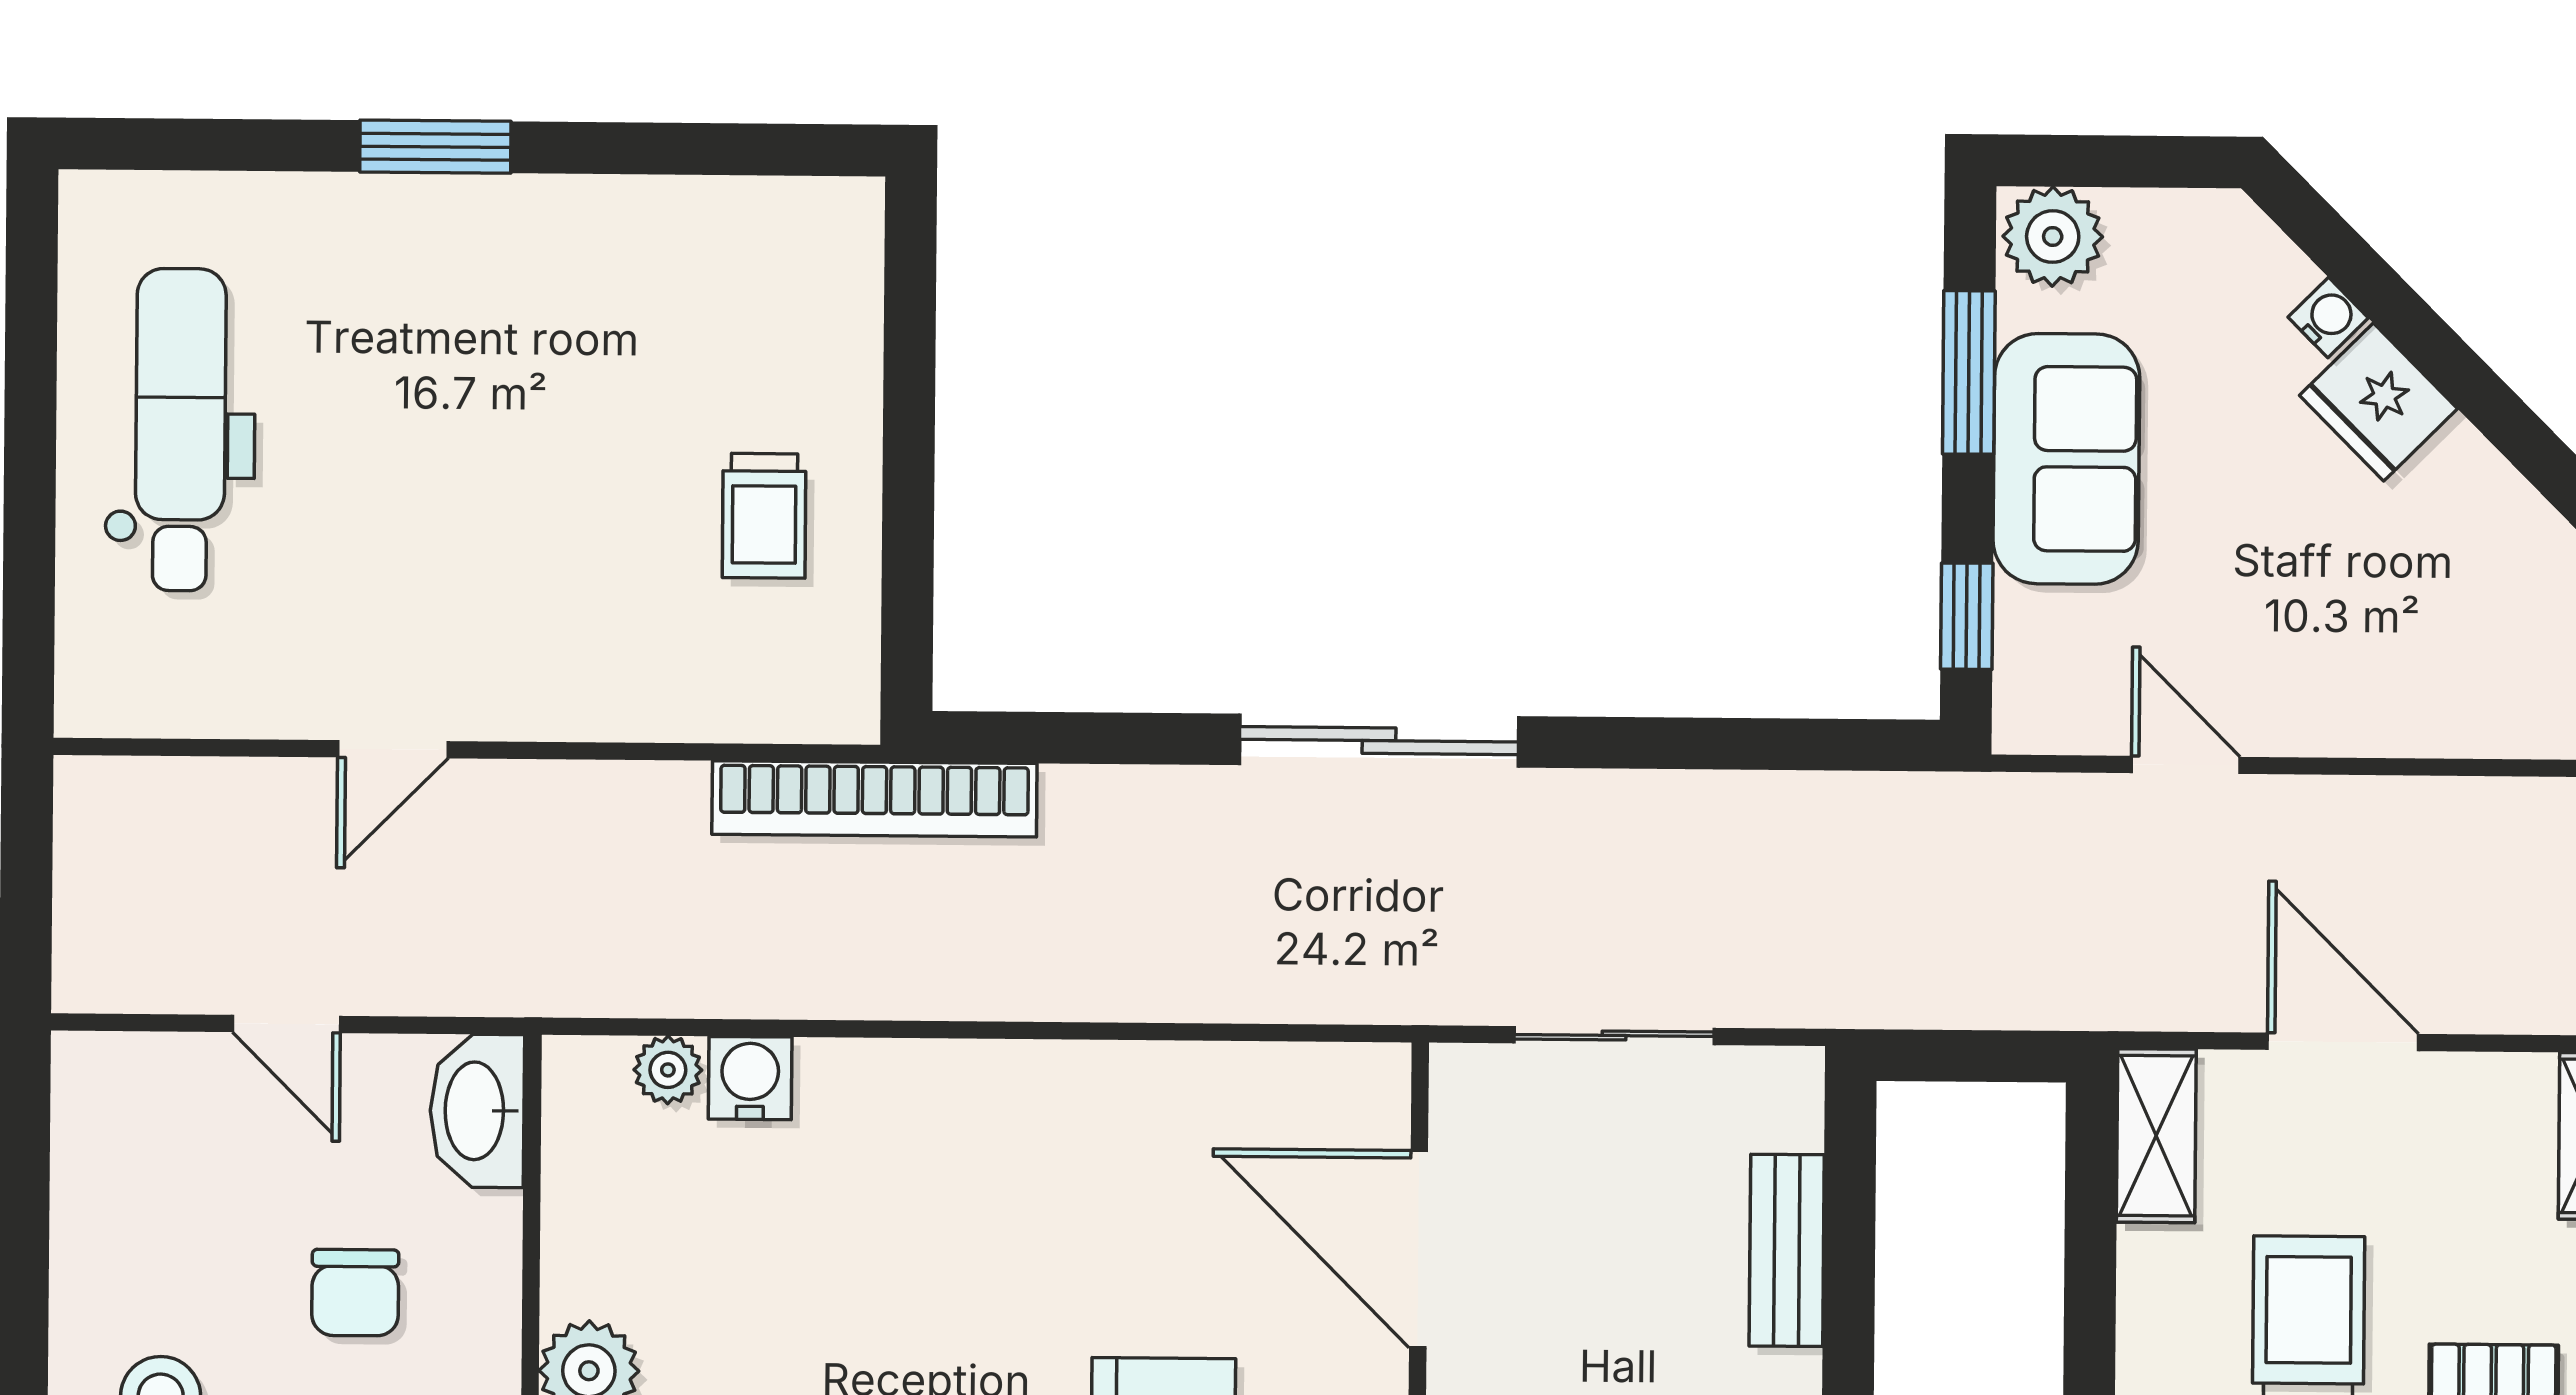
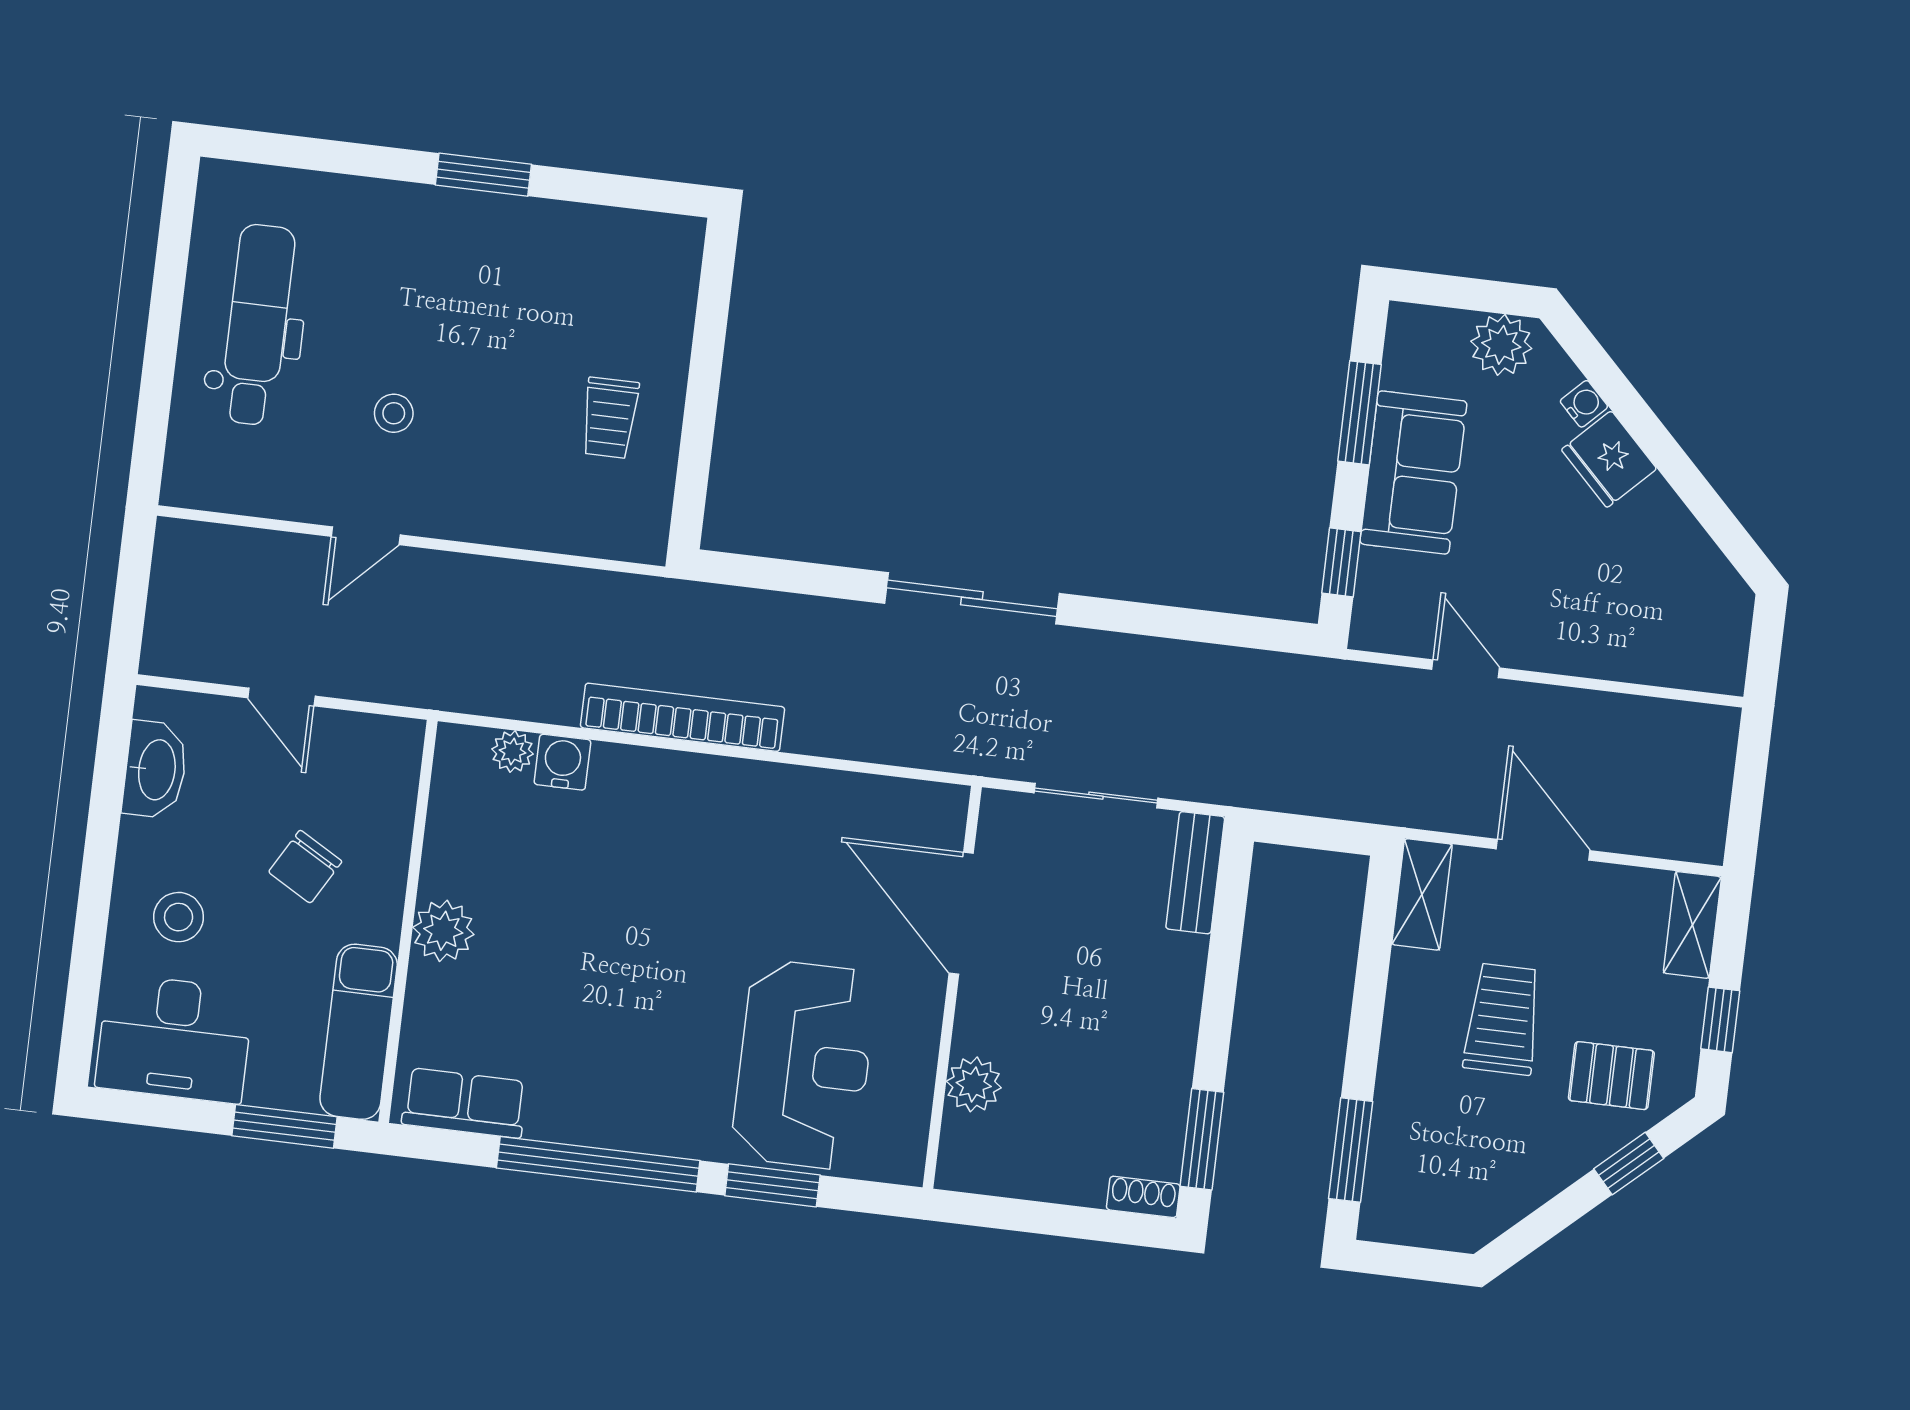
window: (435, 147) -> (483, 175), moved
plant: (2053, 237) -> (1501, 345), moved
stool: (416, 547) -> (394, 413), added
bookcase: (874, 799) -> (683, 717), moved, turned 180
washbasin: (477, 1111) -> (155, 770), moved, turned 180
bench: (1787, 1250) -> (1195, 873), moved
chair: (355, 1293) -> (305, 867), turned 30

